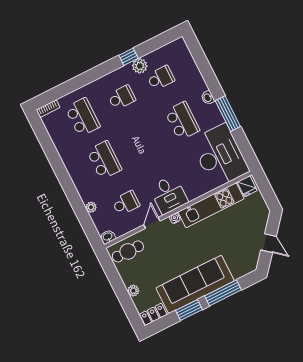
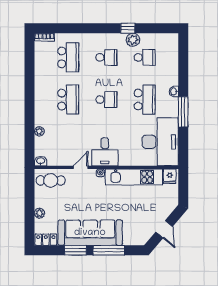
school desk: (126, 203) -> (106, 100), moved

